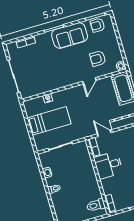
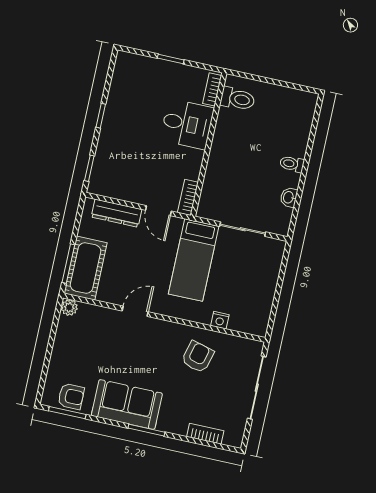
armchair: (98, 59) -> (198, 357), moved, turned -75
bed: (49, 121) -> (194, 260), moved, turned -90
desk: (108, 165) -> (187, 124), moved

